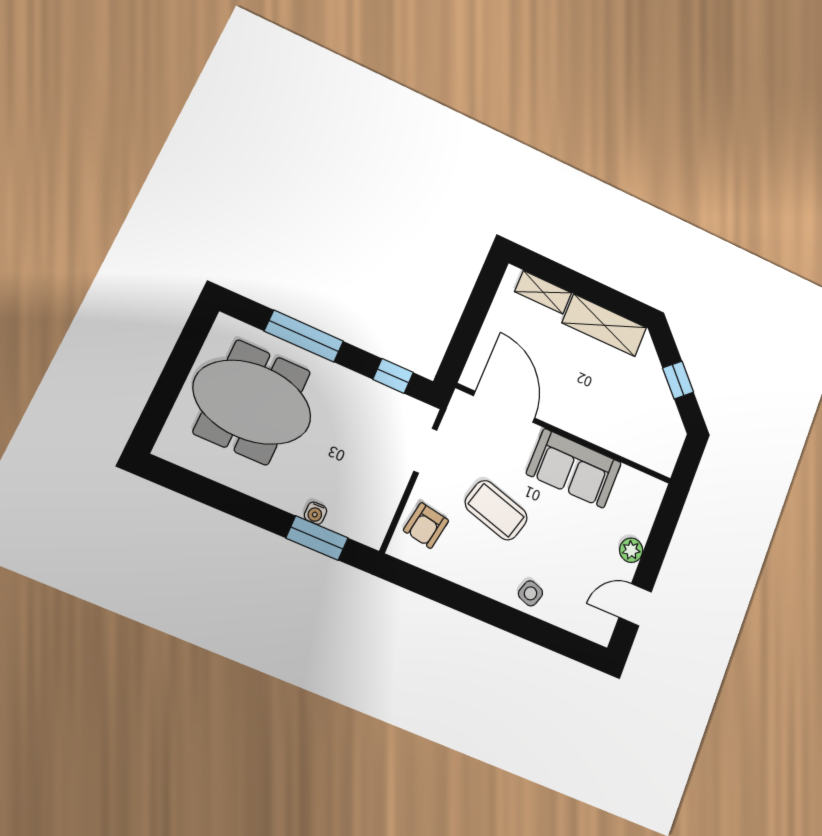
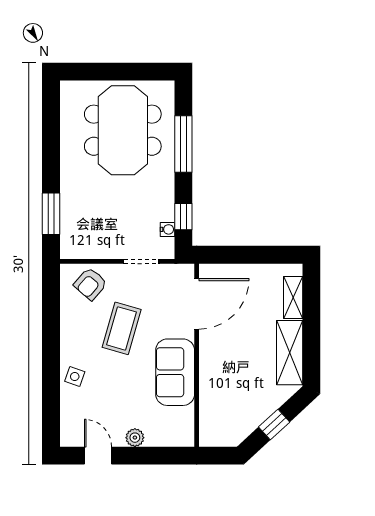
water cooler: (315, 513) -> (167, 229), moved, turned 180
armchair: (426, 525) -> (90, 284), turned -59

